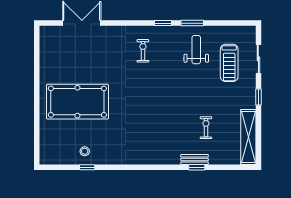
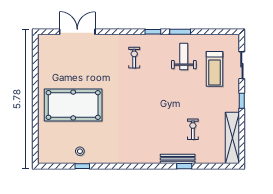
bench: (195, 159) -> (178, 159), width x1.36

